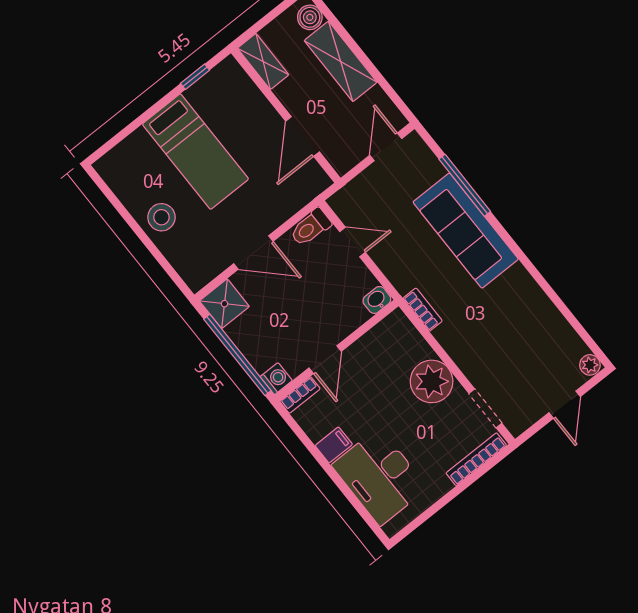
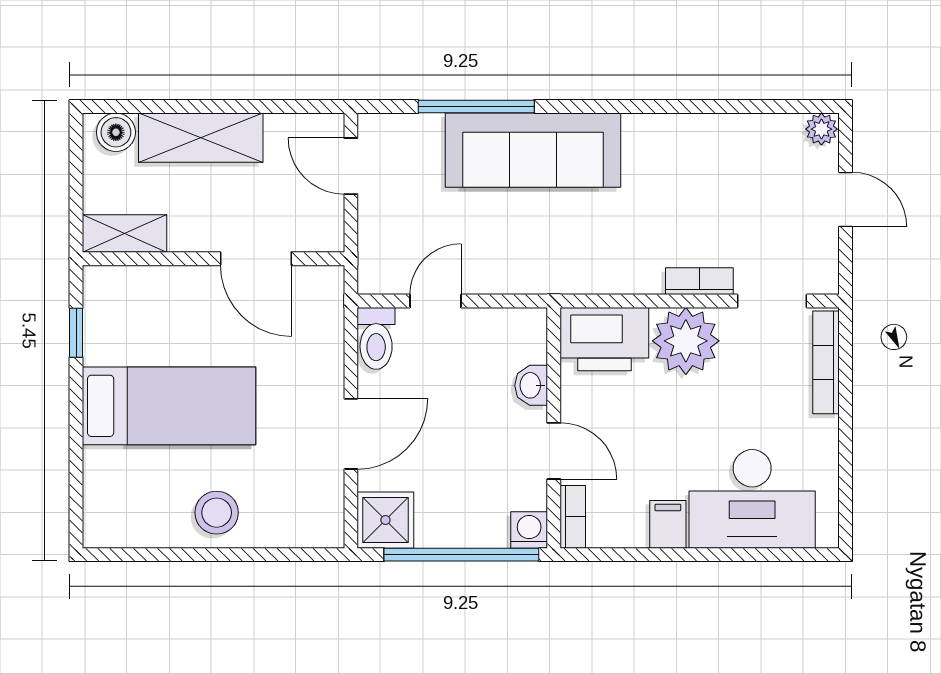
washbasin: (377, 300) -> (531, 385), moved
bookcase: (423, 310) -> (699, 281), moved
printer: (400, 341) -> (604, 339), added

